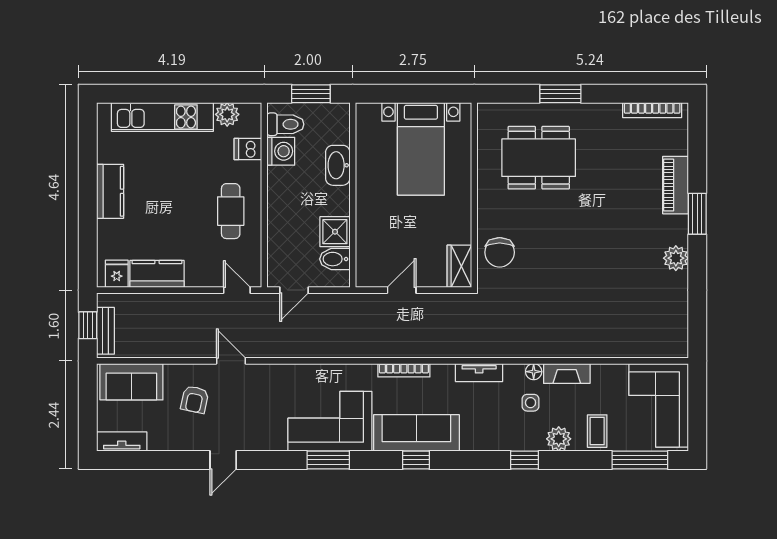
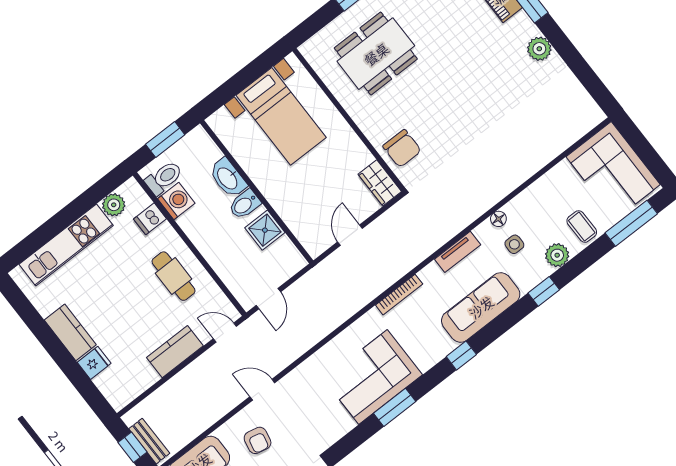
bidet: (335, 259) -> (245, 204), moved
fridge: (117, 274) -> (94, 363), moved, turned 90
kitchen counter: (157, 274) -> (175, 352), moved
fireplace: (567, 373) -> (525, 201), removed
sofa: (416, 433) -> (481, 307), moved

